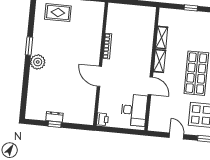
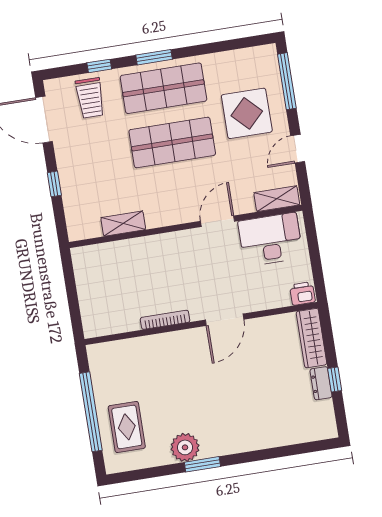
shelving: (159, 61) -> (277, 199), moved
plant: (38, 62) -> (185, 447), moved
wardrobe: (79, 118) -> (312, 338), added

